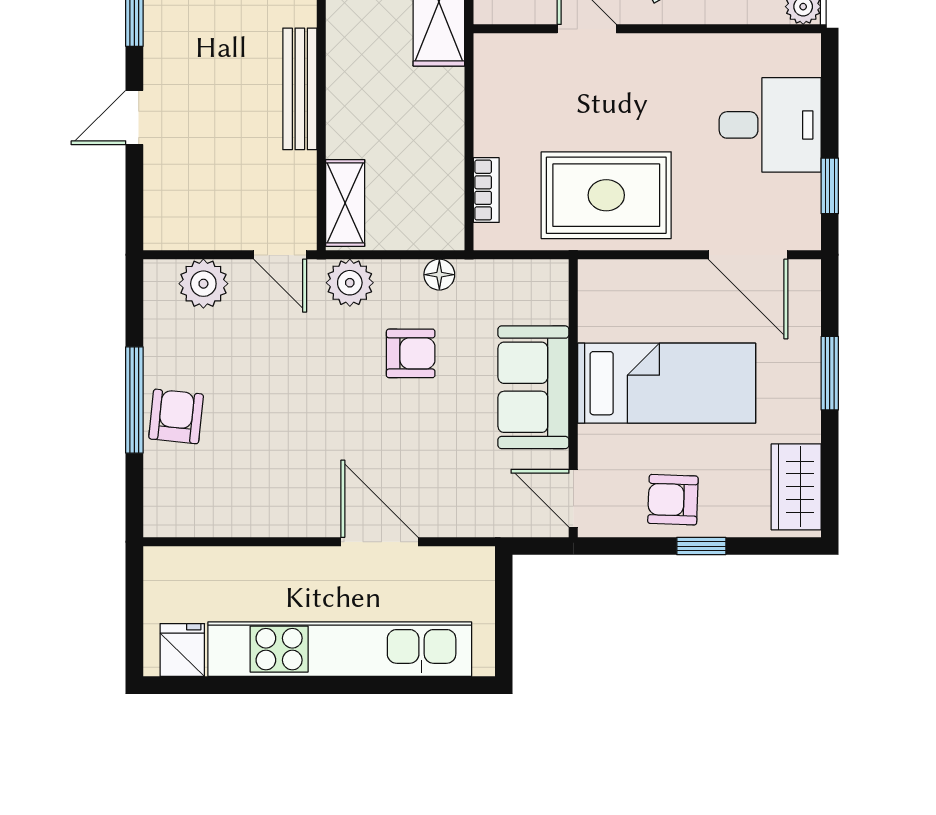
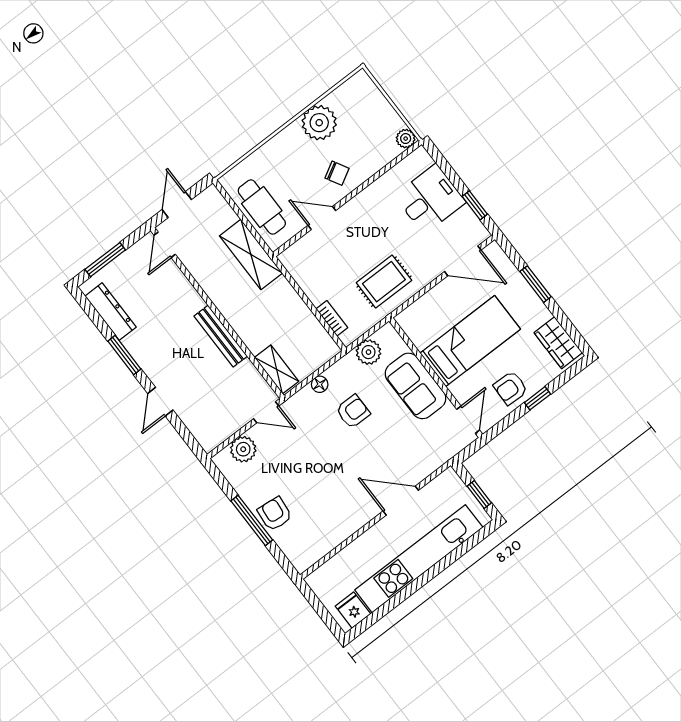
rug: (606, 195) -> (384, 282), width x0.73, depth x0.70
floor lamp: (439, 275) -> (320, 384), moved
plant: (350, 283) -> (368, 352), moved
door: (573, 498) -> (468, 420), swing flipped
window: (504, 623) -> (479, 495), added

